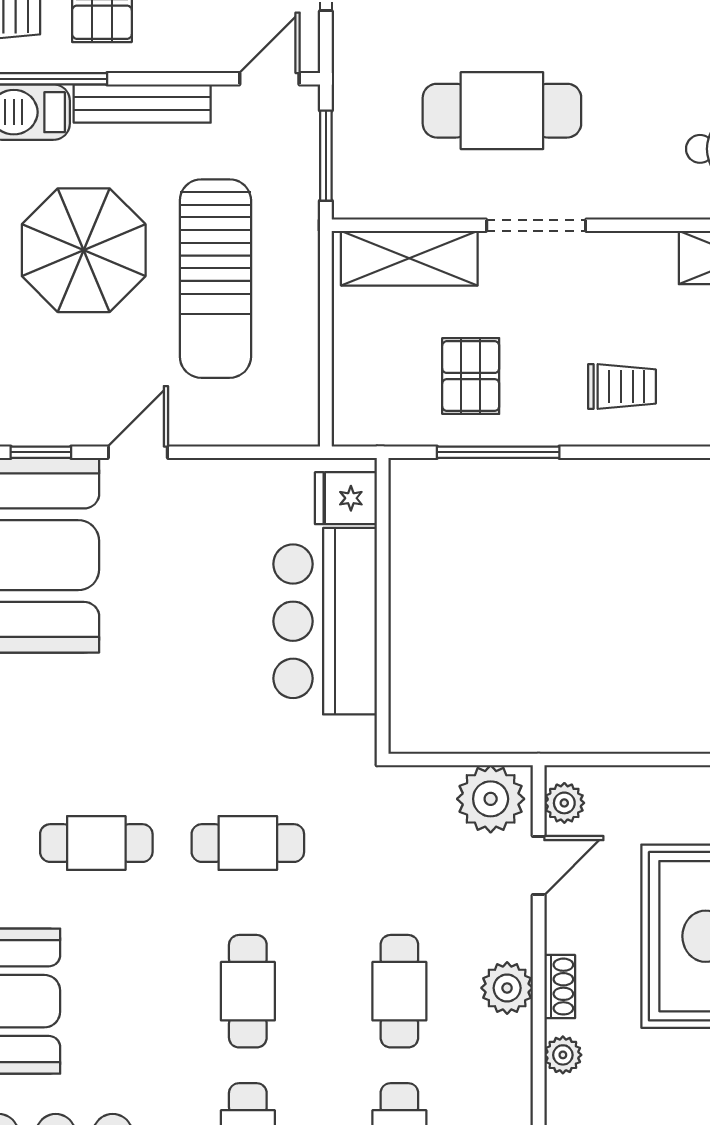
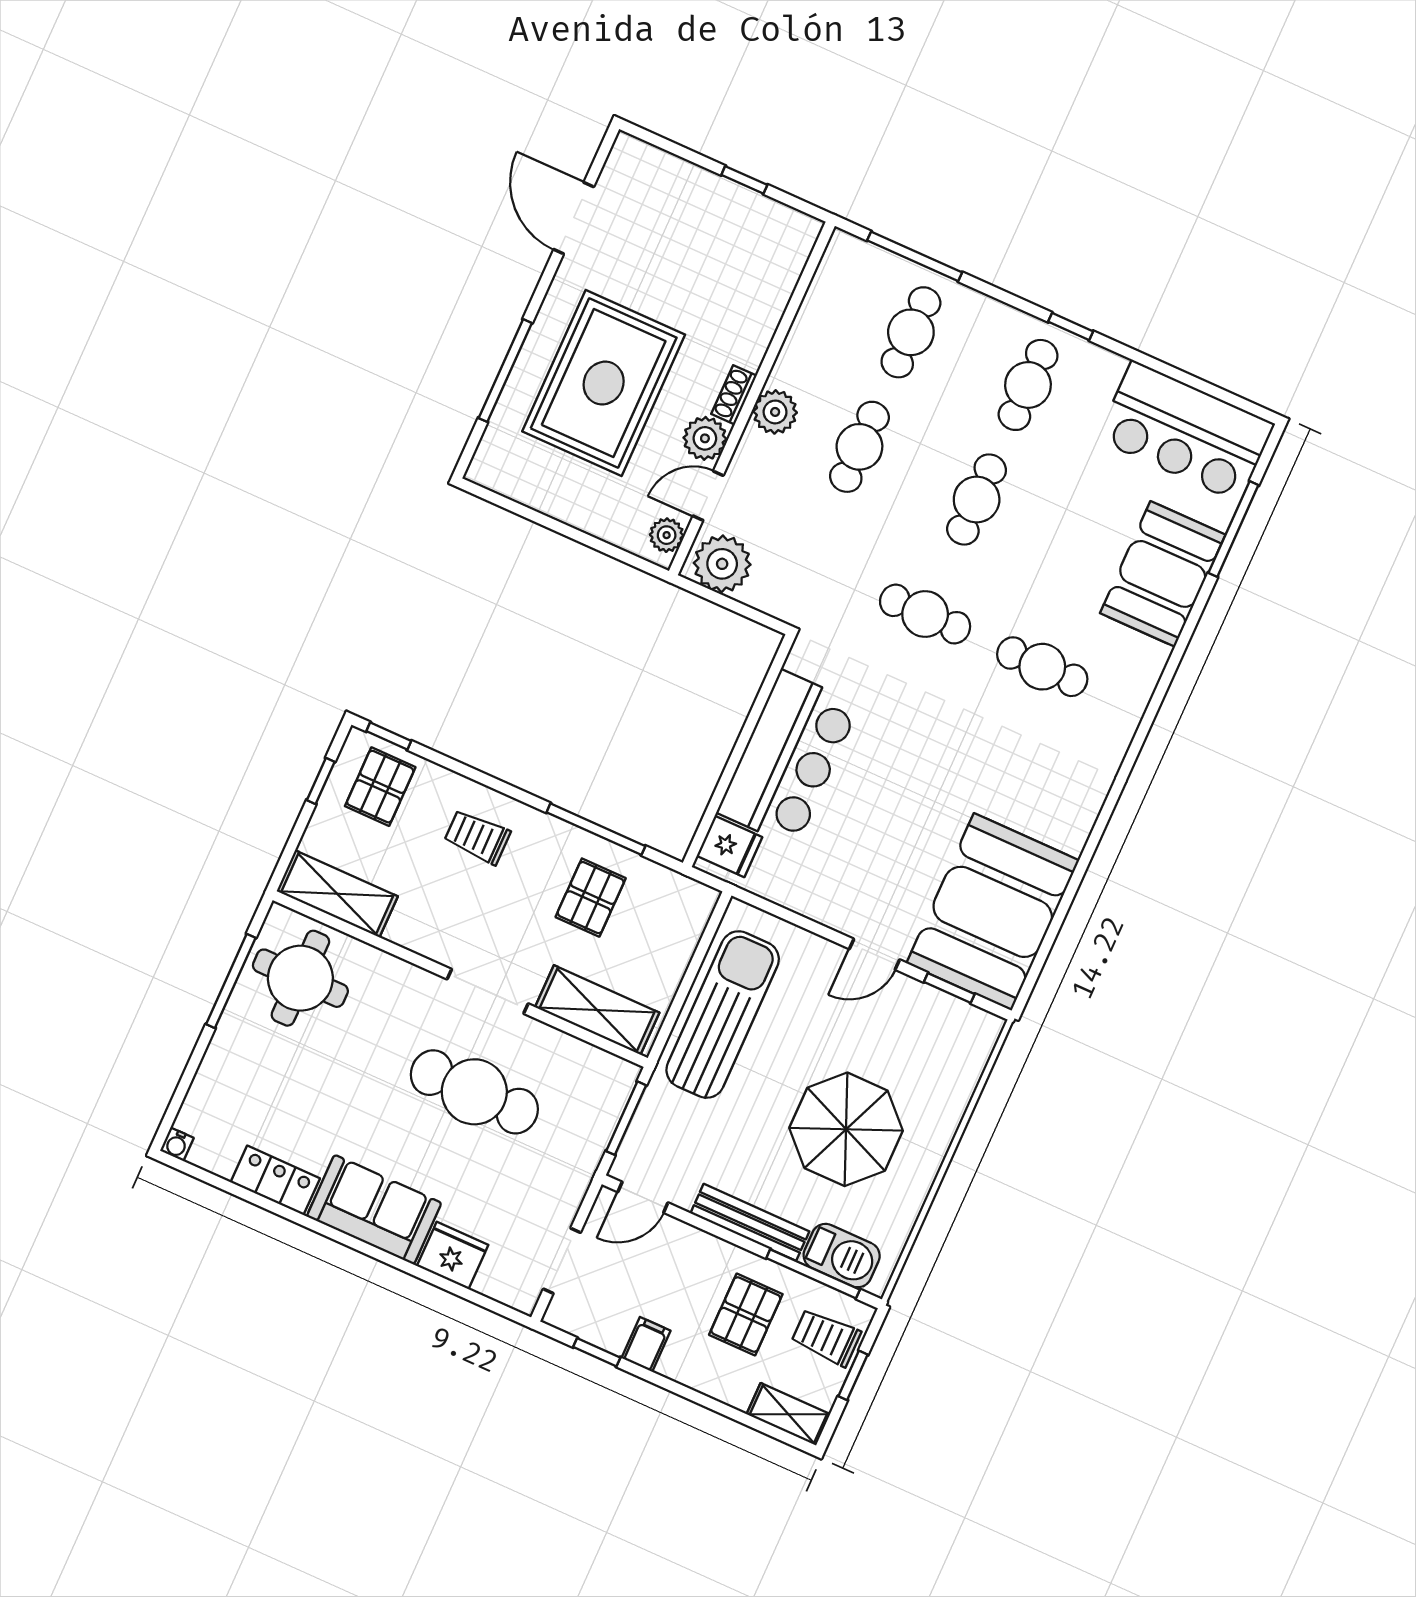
sun lounger: (215, 279) -> (723, 1015), moved
plant: (563, 1055) -> (705, 438), moved, width x1.38, depth x1.38

